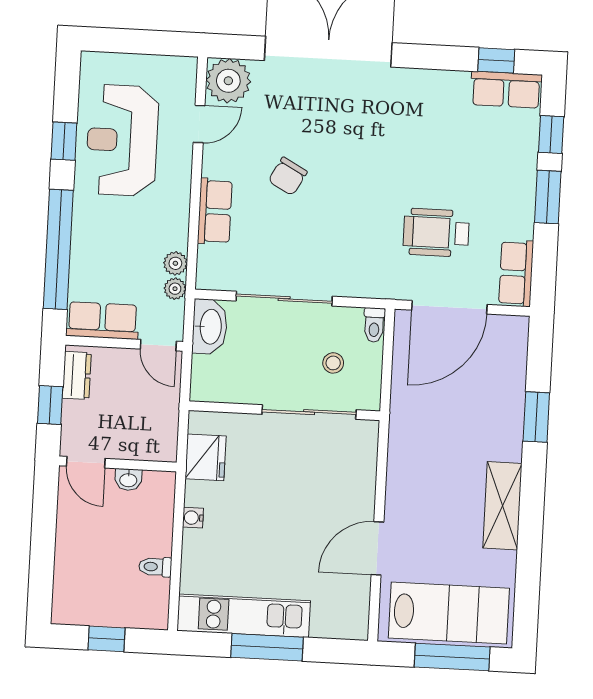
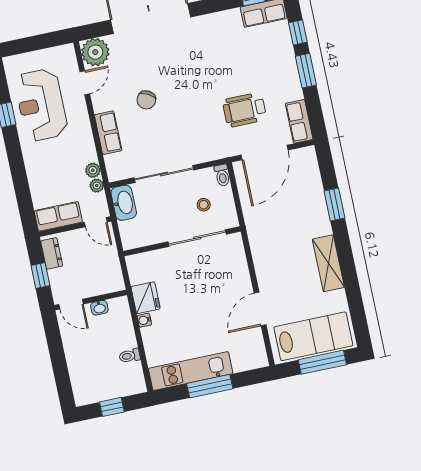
window: (58, 249) -> (20, 181), removed
fridge: (205, 457) -> (146, 298), moved

